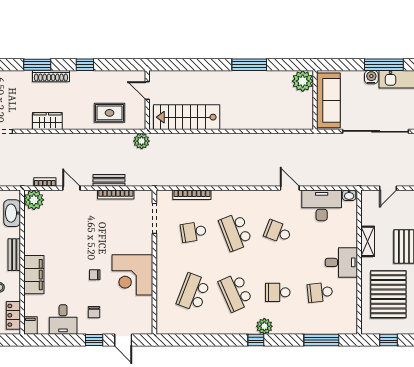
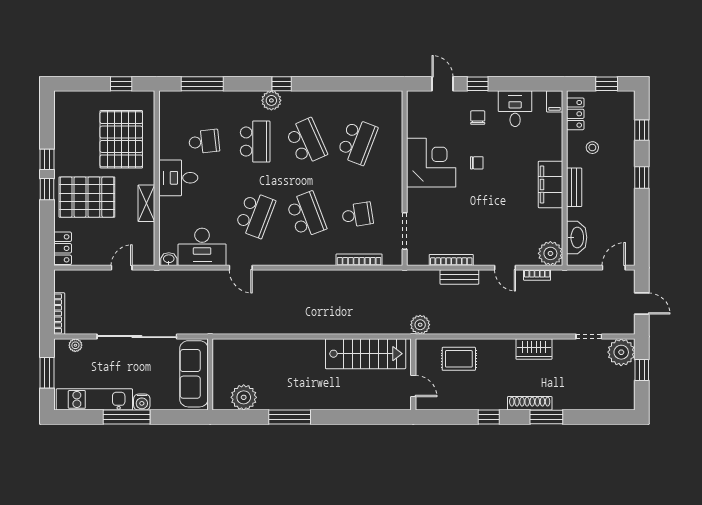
plant: (303, 81) -> (244, 397), moved
school desk: (278, 232) -> (255, 215), width x1.85
filing cabinet: (34, 275) -> (551, 184), moved
school desk: (278, 292) -> (255, 142), width x1.85

